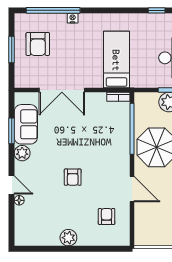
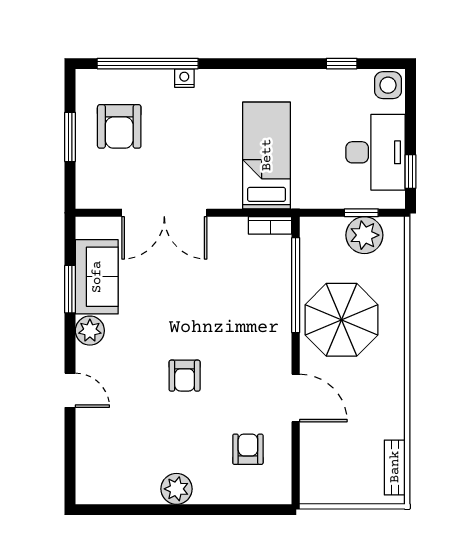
floor lamp: (19, 200) -> (84, 419), removed

